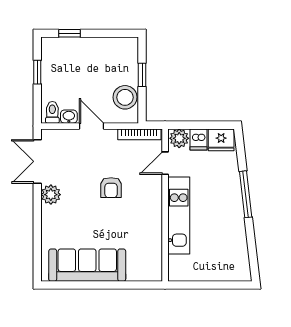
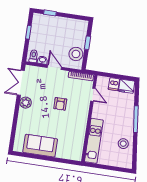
plant: (179, 138) -> (103, 82), removed
door: (165, 163) -> (93, 95), swing flipped
kitchen unit: (179, 215) -> (94, 141), moved
stool: (230, 240) -> (123, 144), added
sofa: (87, 265) -> (40, 146), width x0.73

